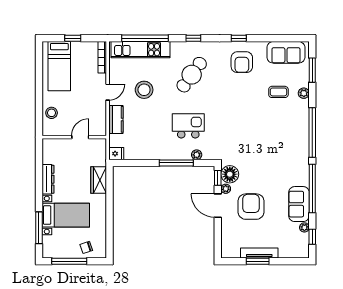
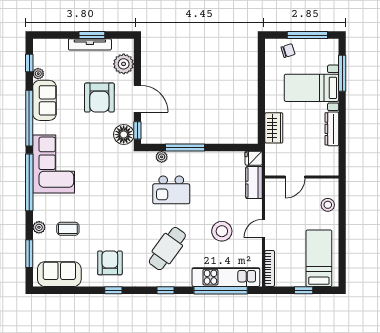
kitchen counter: (116, 119) -> (254, 183), moved
corner sofa: (291, 148) -> (54, 164), added
plant: (226, 189) -> (124, 64), moved, width x1.88, depth x1.88

